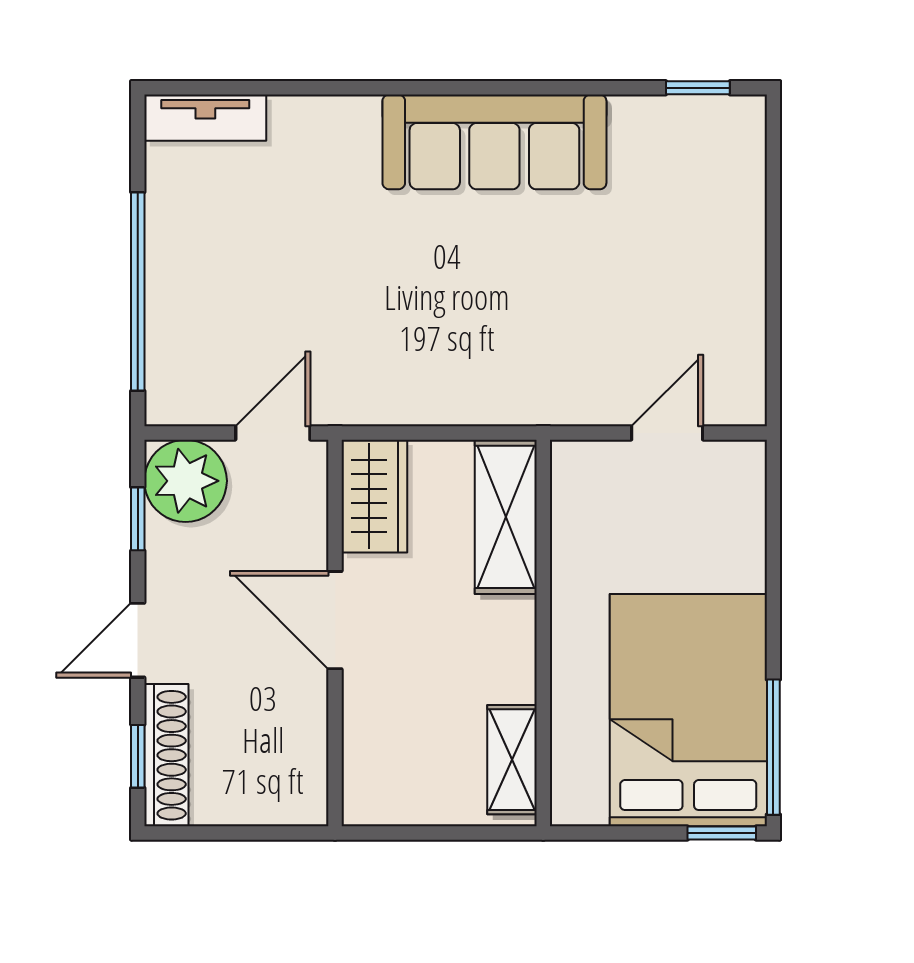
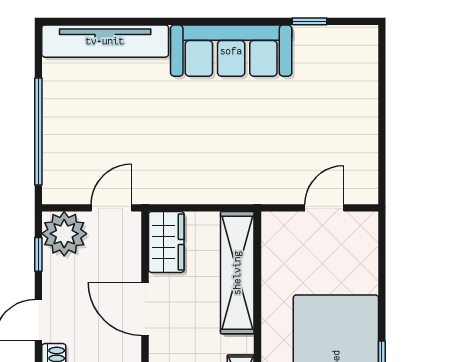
window: (698, 88) -> (309, 21), moved
tv unit: (205, 118) -> (105, 41), width x1.92, depth x1.29
shelving: (506, 517) -> (237, 273), width x1.47

